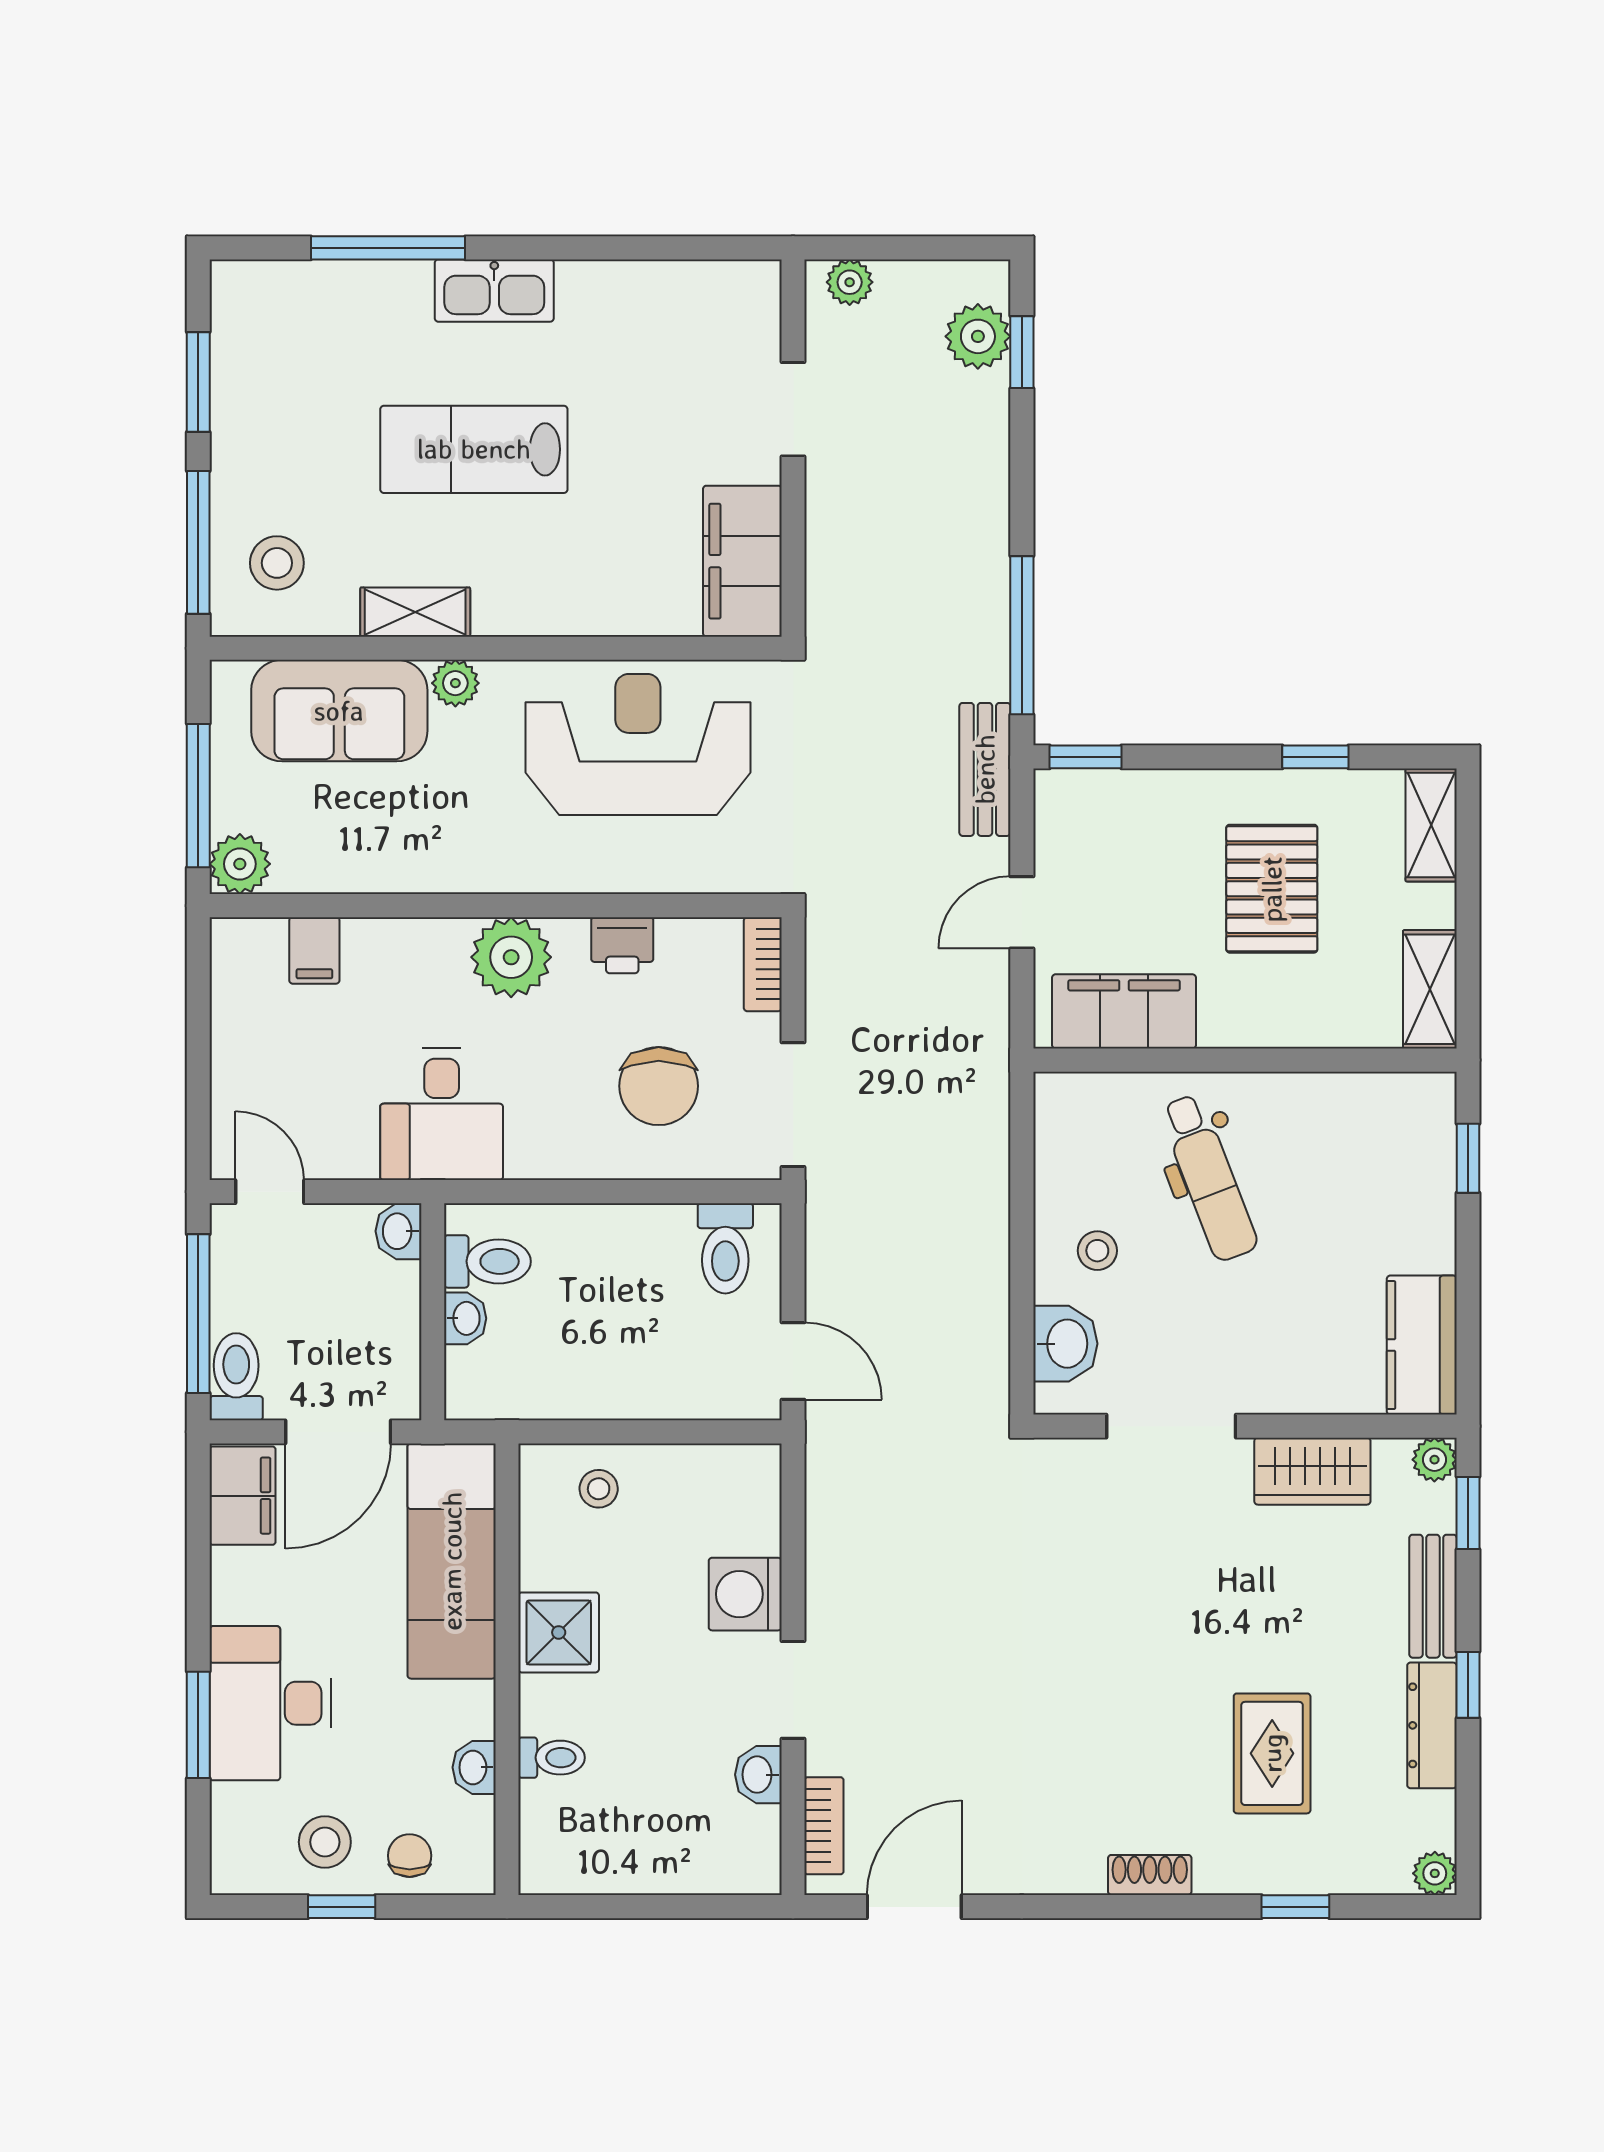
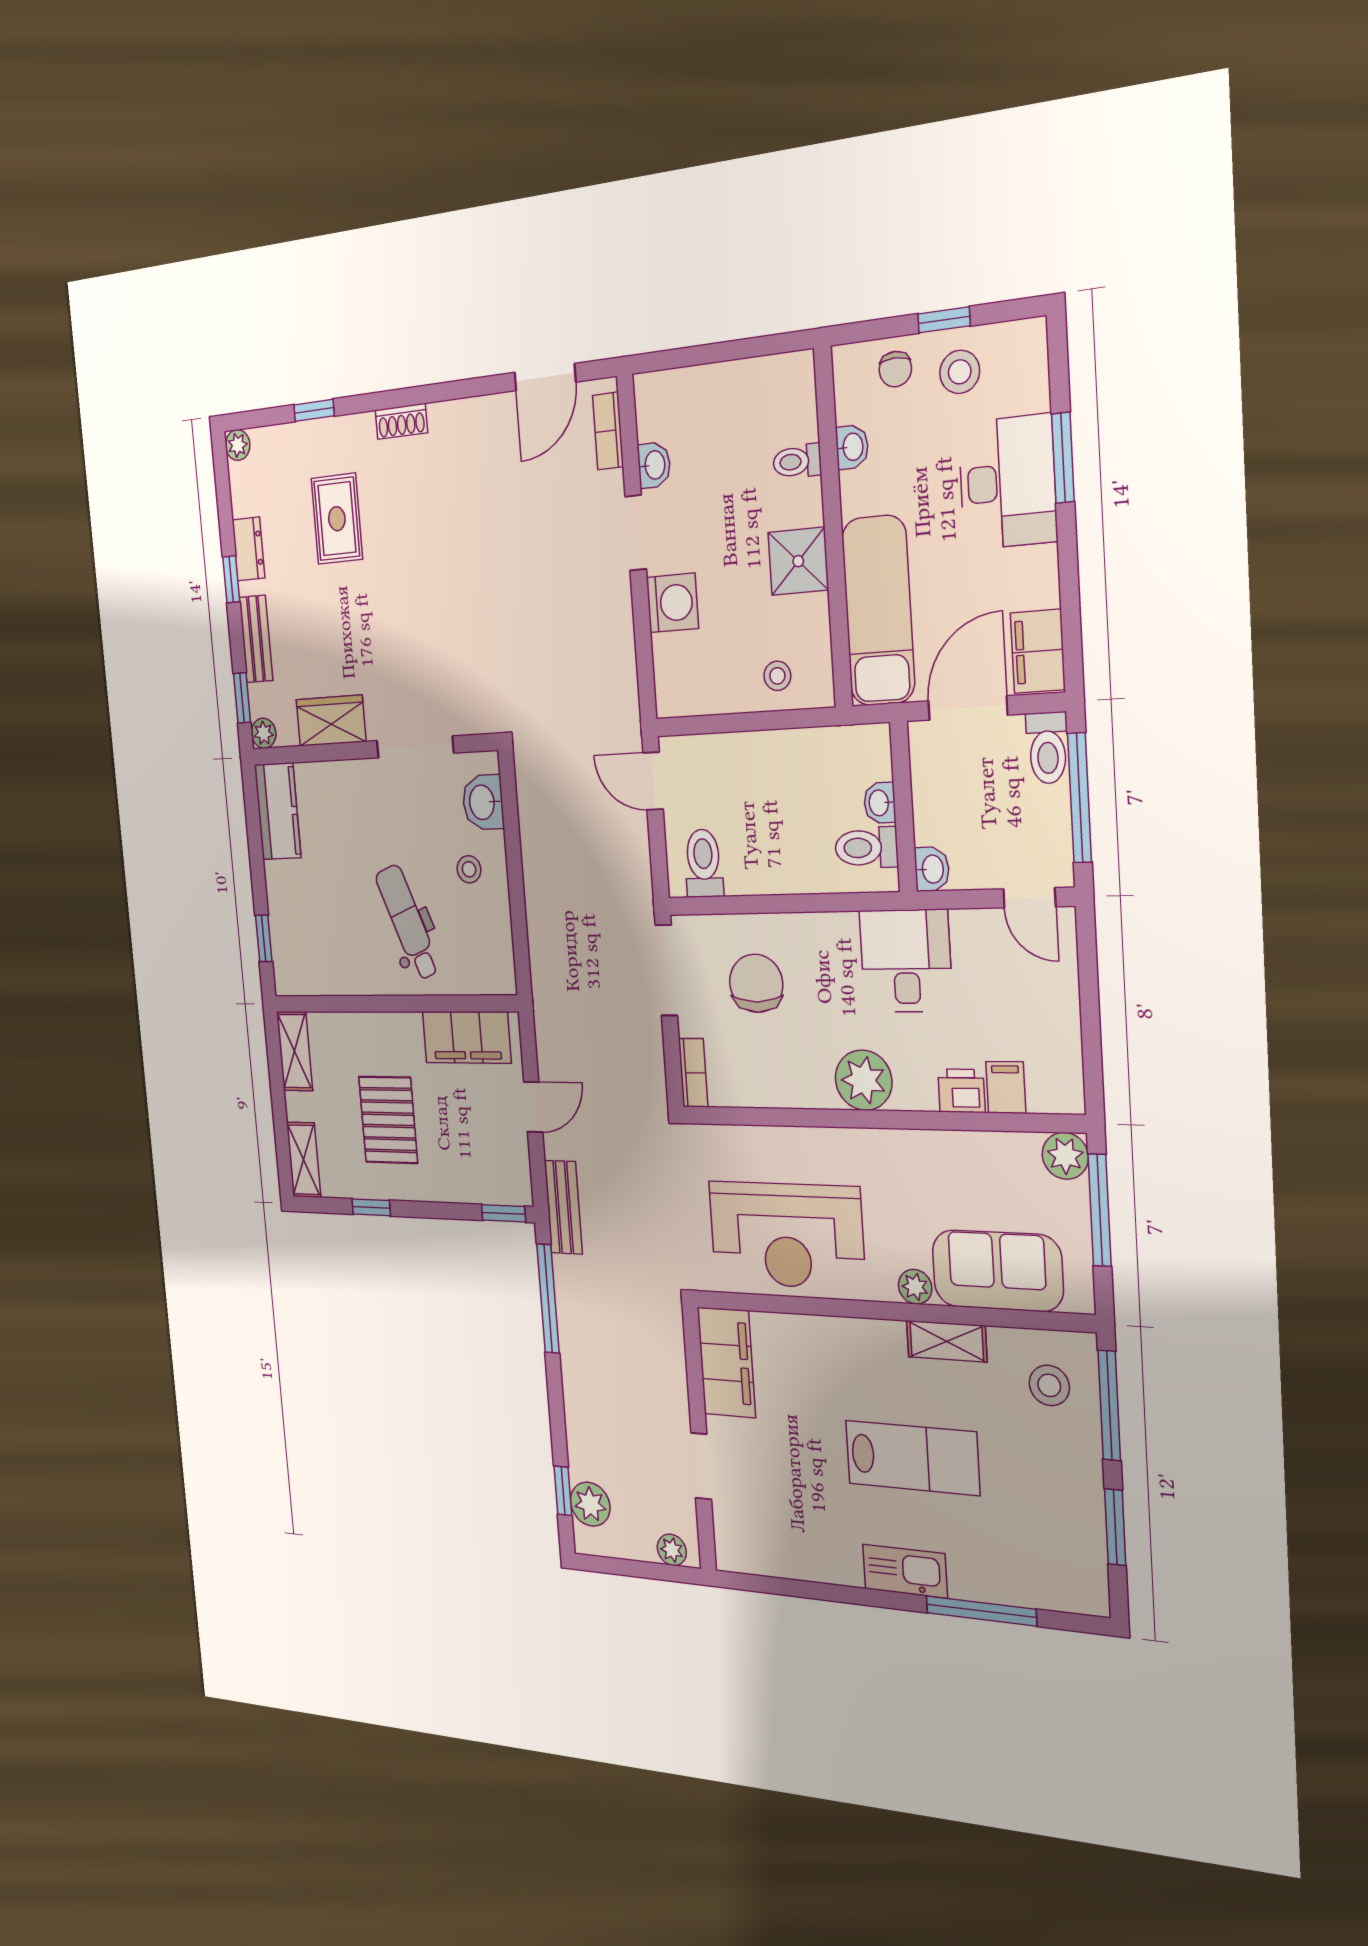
printer: (622, 945) -> (961, 1091), moved
dresser: (1432, 1725) -> (249, 549), width x0.70

